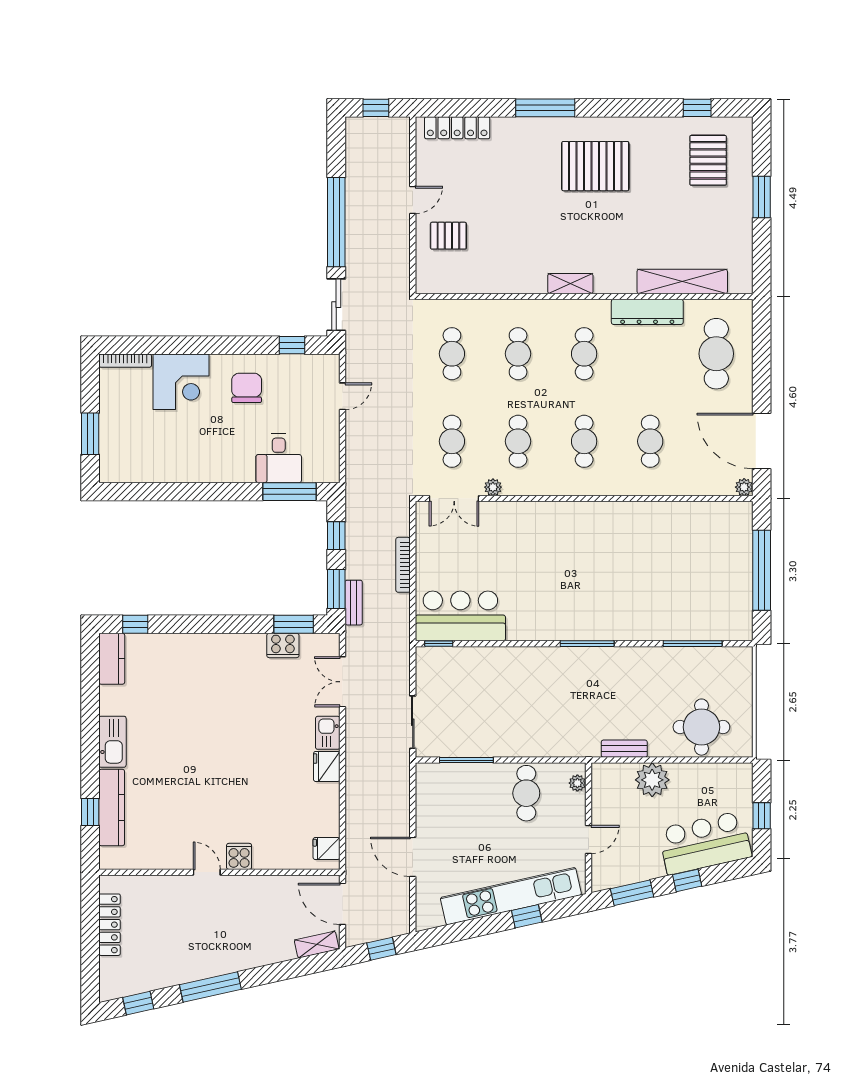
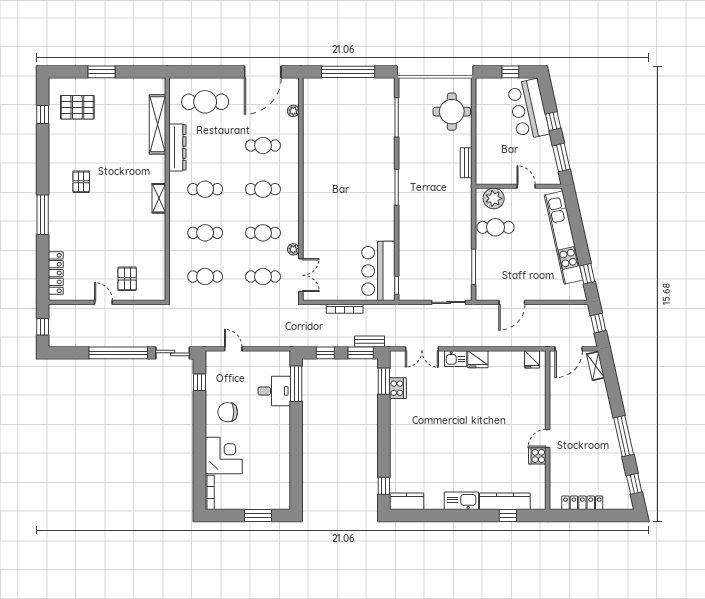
pallet: (595, 166) -> (81, 182), width x0.49, depth x0.50
plant: (744, 487) -> (293, 111), moved
plant: (652, 780) -> (487, 144), removed
plant: (577, 783) -> (494, 198), width x1.88, depth x1.88
cooker: (239, 856) -> (537, 456), moved
door: (413, 857) -> (512, 302), moved
window: (527, 916) -> (587, 274), moved

